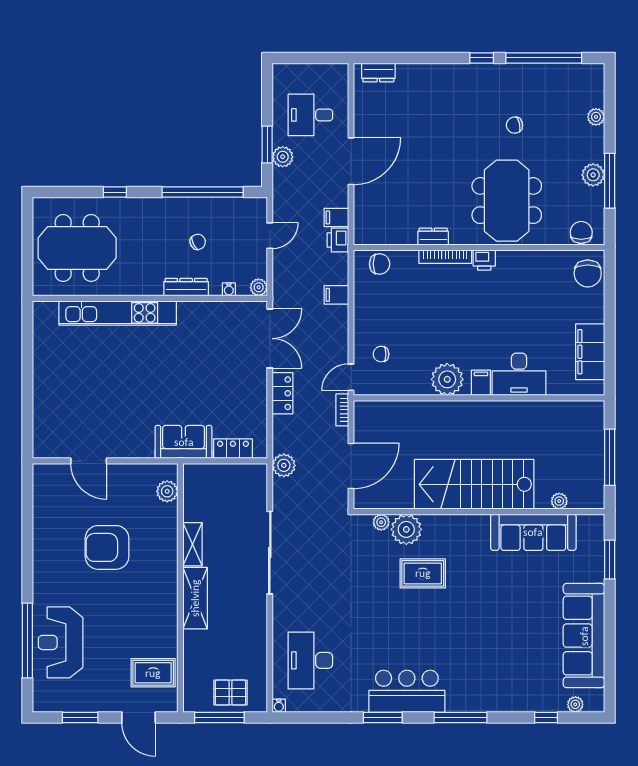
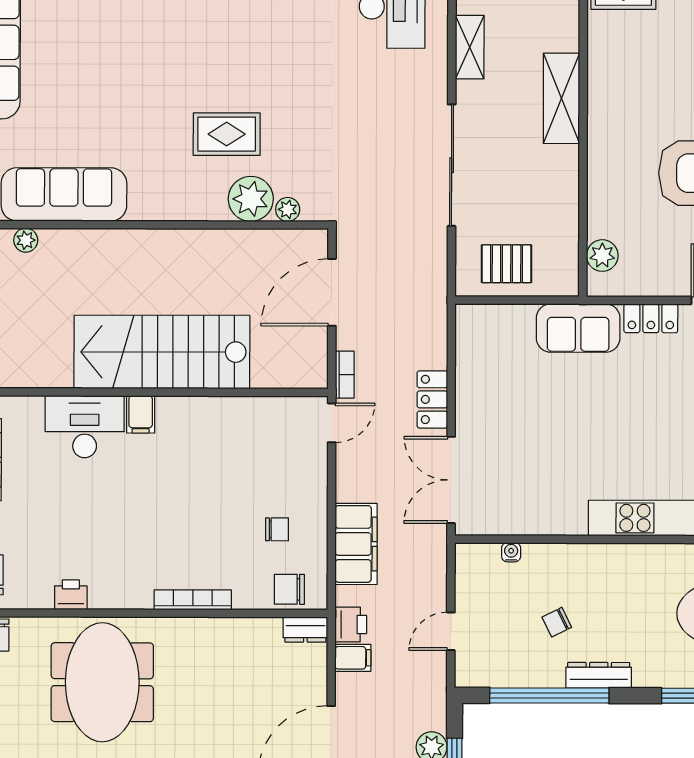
dresser: (433, 237) -> (305, 630), moved
printer: (484, 260) -> (71, 595), moved
dresser: (186, 287) -> (599, 675), moved, turned 180
plant: (259, 287) -> (467, 555), removed
filing cabinet: (336, 295) -> (356, 544), width x3.00, depth x1.17
chair: (381, 354) -> (277, 529), moved
plant: (447, 379) -> (190, 419), removed
locker: (233, 449) -> (651, 318), moved
plant: (284, 465) -> (431, 293), removed
stairs: (474, 484) -> (162, 352), moved, turned 180
pallet: (232, 486) -> (507, 264), added
shelving: (193, 544) -> (470, 47), moved

